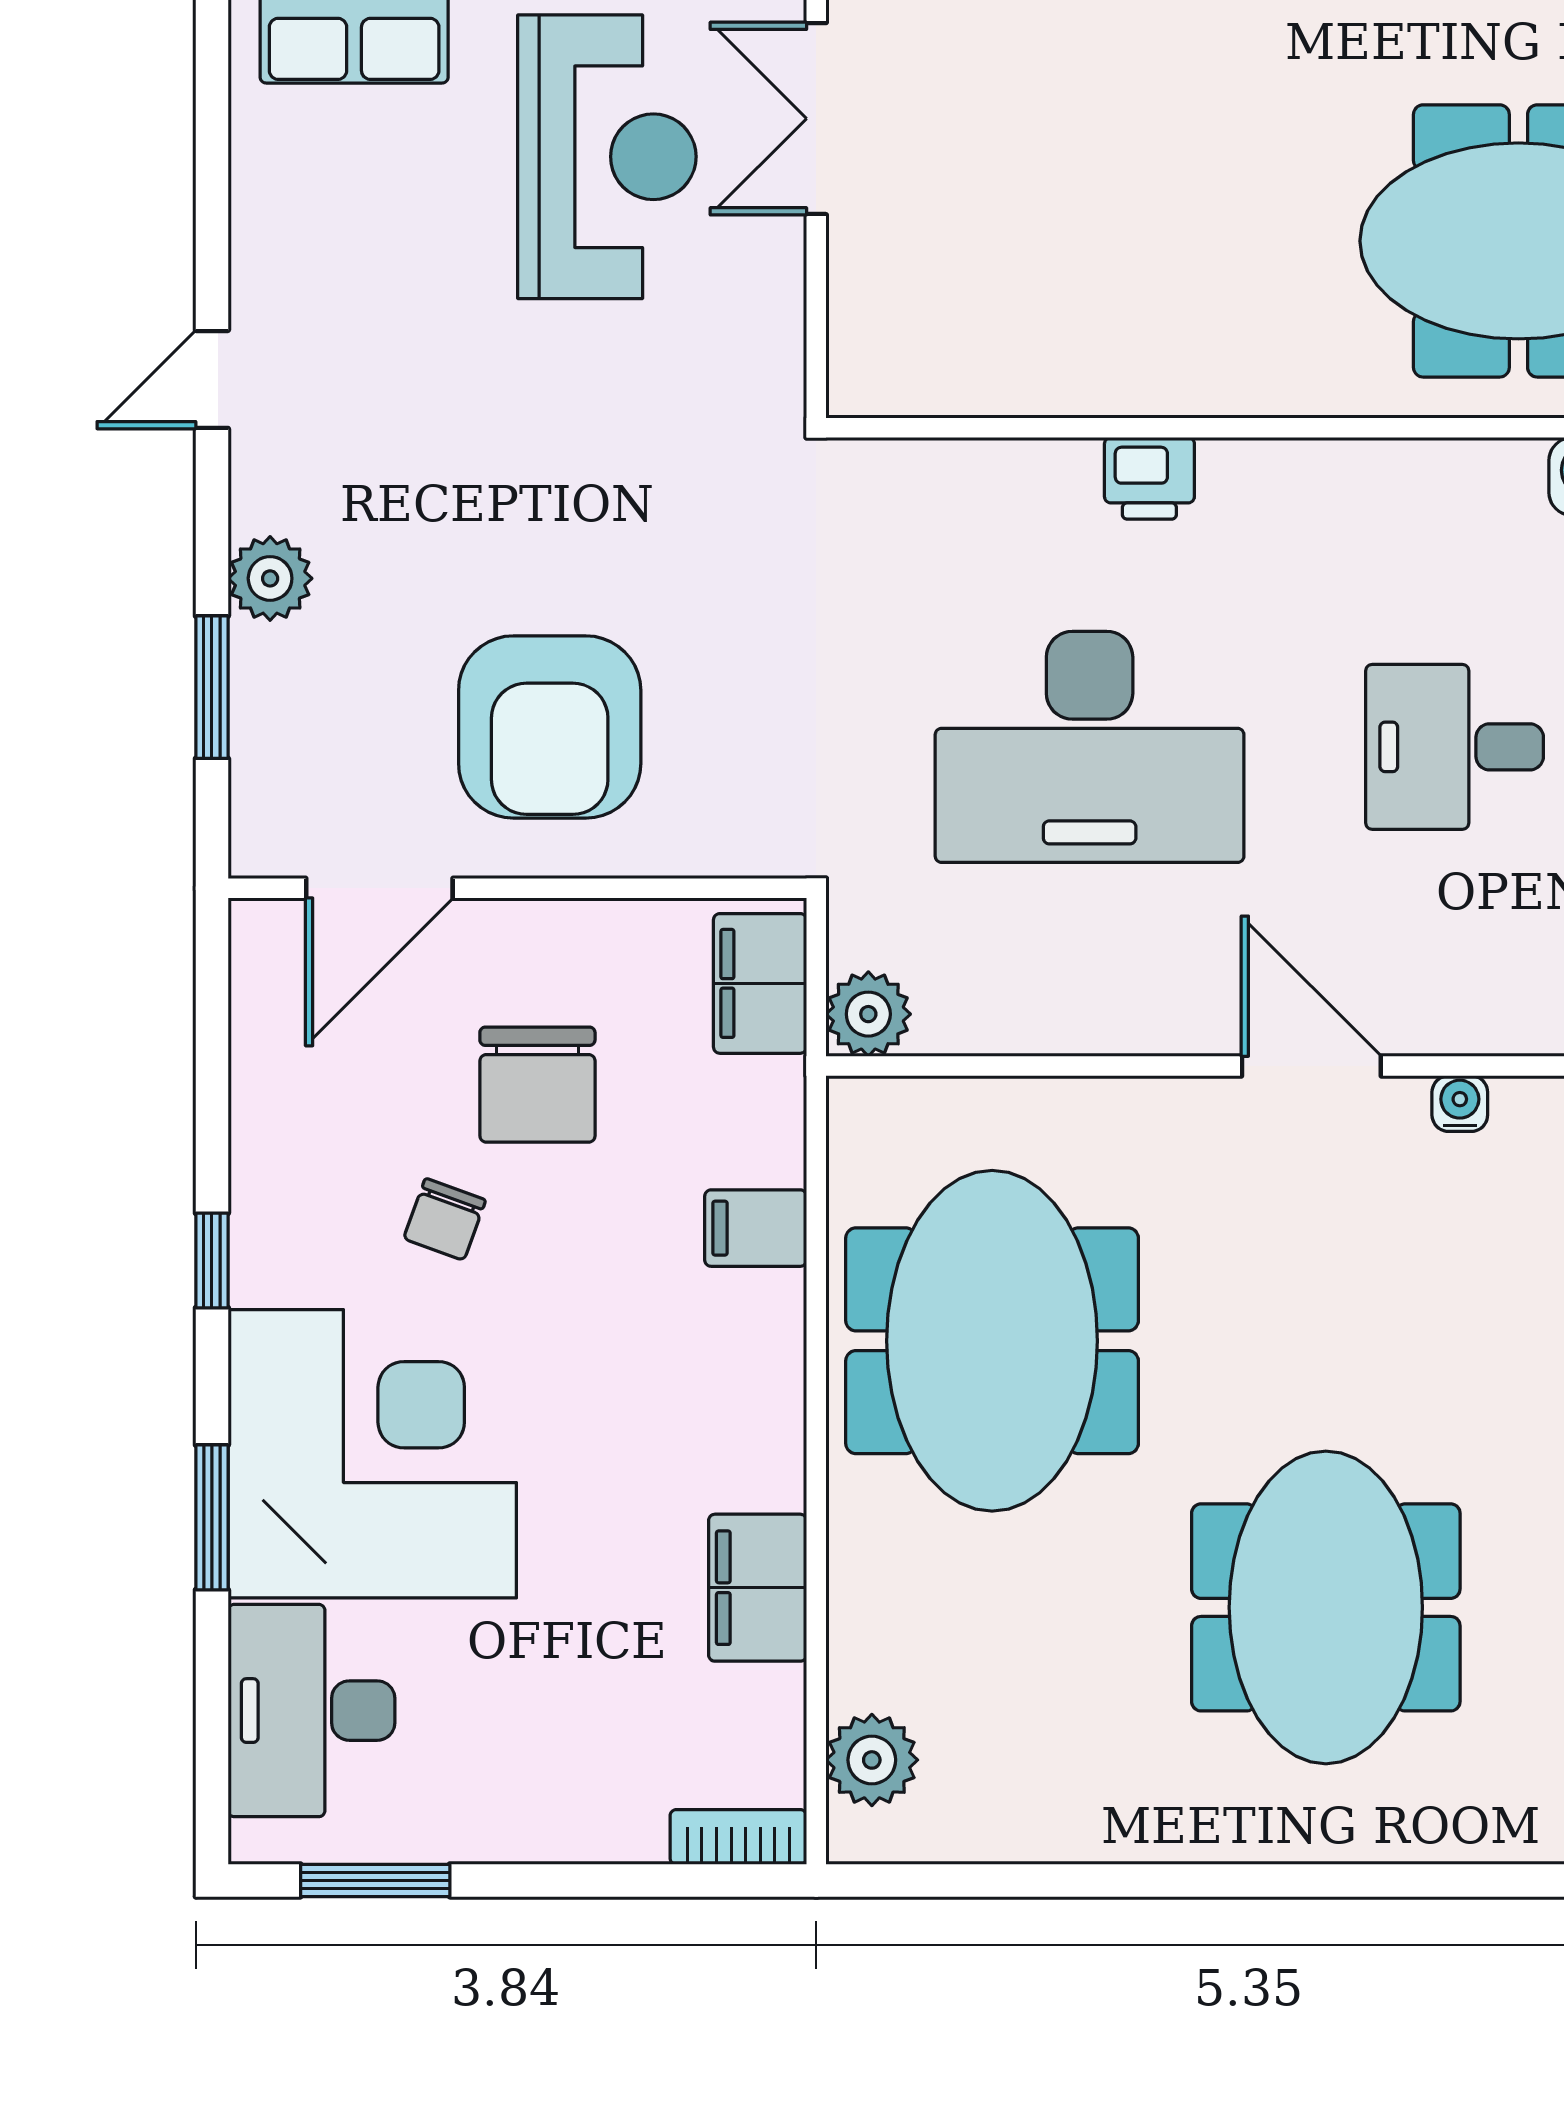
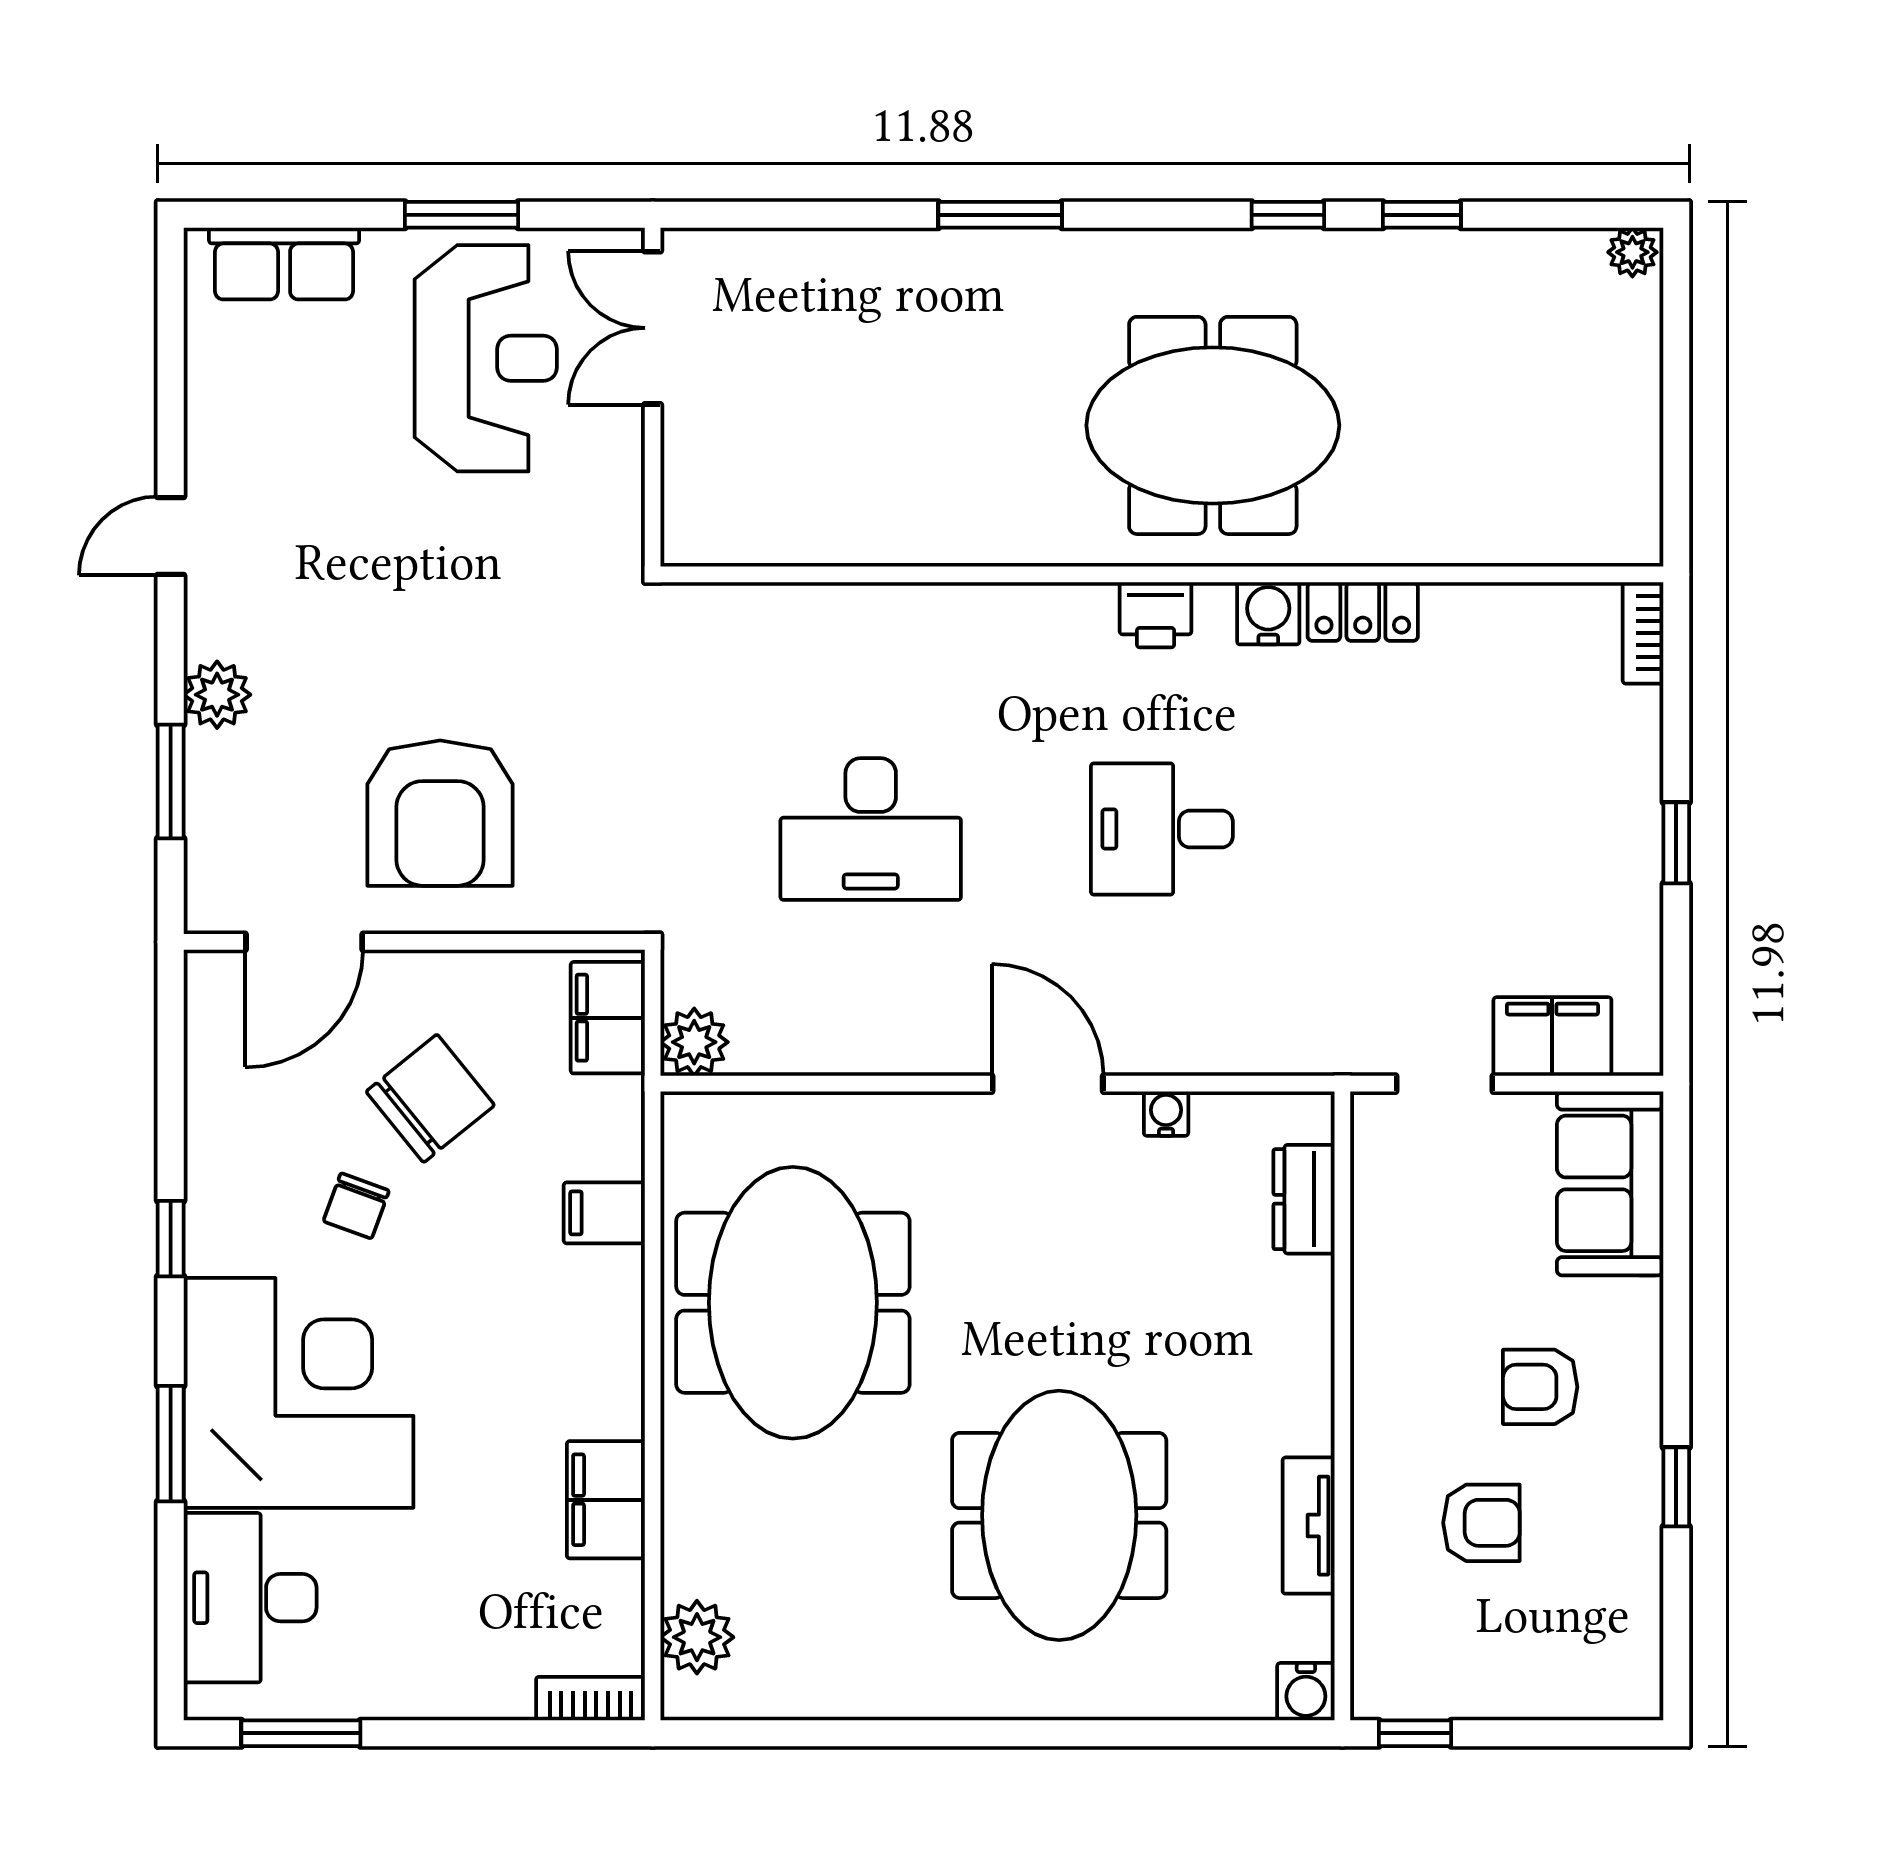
printer: (1149, 478) -> (1156, 615), moved
desk: (1090, 747) -> (871, 829), width x0.73, depth x0.77
chair: (537, 1085) -> (430, 1098), turned -129

